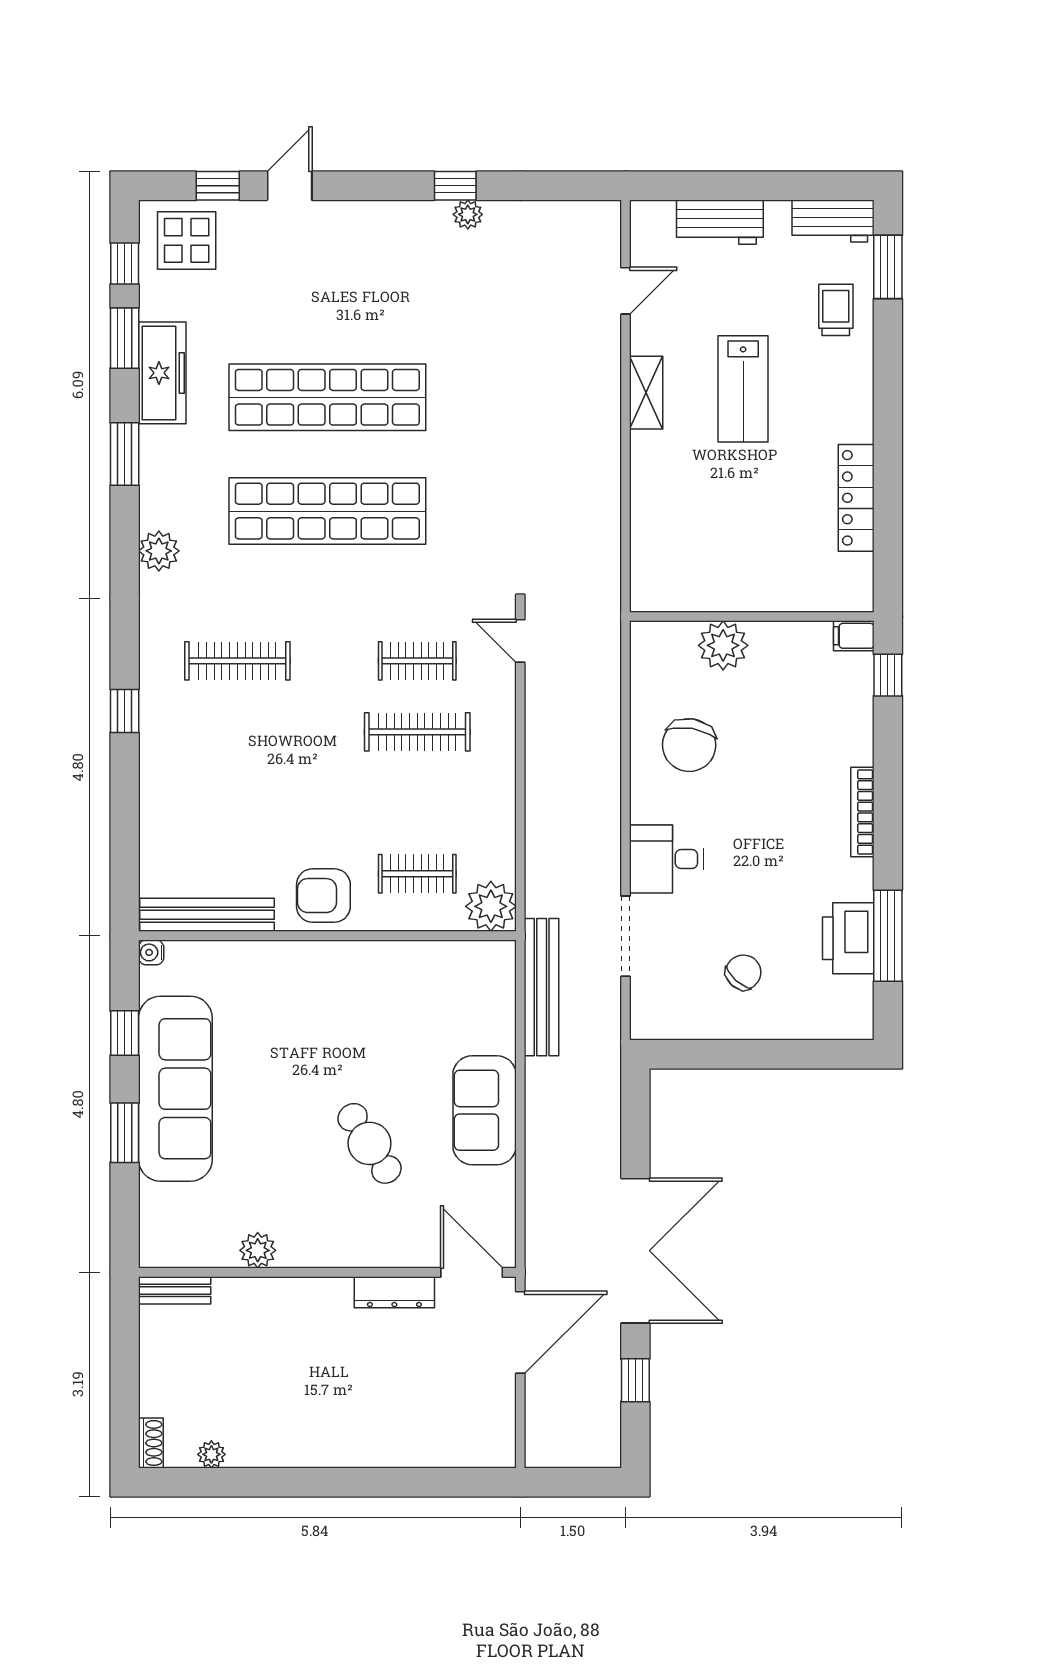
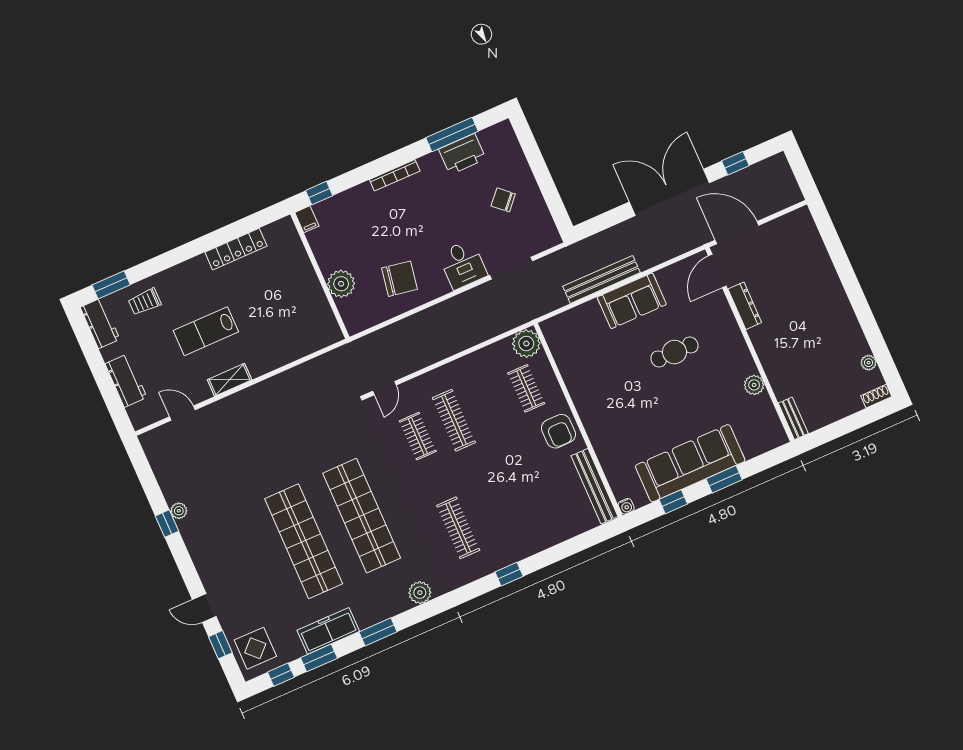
lab bench: (743, 389) -> (206, 331), turned 180
bench: (542, 987) -> (602, 279), moved
cafe table: (369, 1143) -> (674, 352), turned 33

